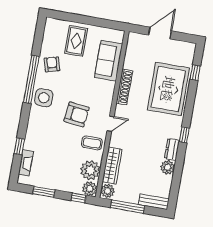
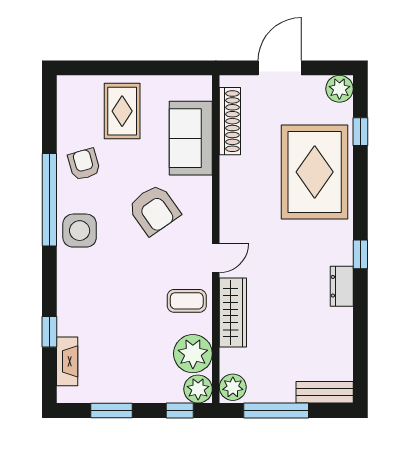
shoe rack: (124, 87) -> (230, 121), moved
armchair: (77, 114) -> (154, 210), moved, turned 48
wardrobe: (112, 166) -> (233, 312), moved
plant: (168, 167) -> (339, 89), moved

